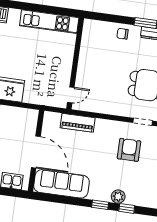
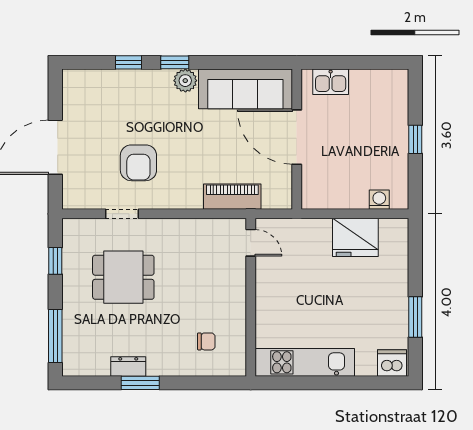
chair: (123, 34) -> (206, 341), moved
door: (71, 95) -> (251, 243), swing flipped
plant: (118, 197) -> (185, 81), moved

